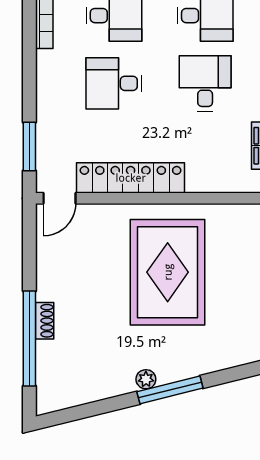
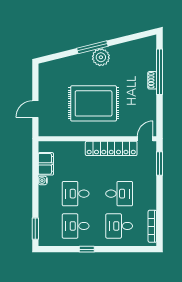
desk: (205, 83) -> (76, 194), turned 90
rug: (168, 272) -> (94, 103), turned 90
plant: (146, 379) -> (101, 57), width x1.88, depth x1.88

